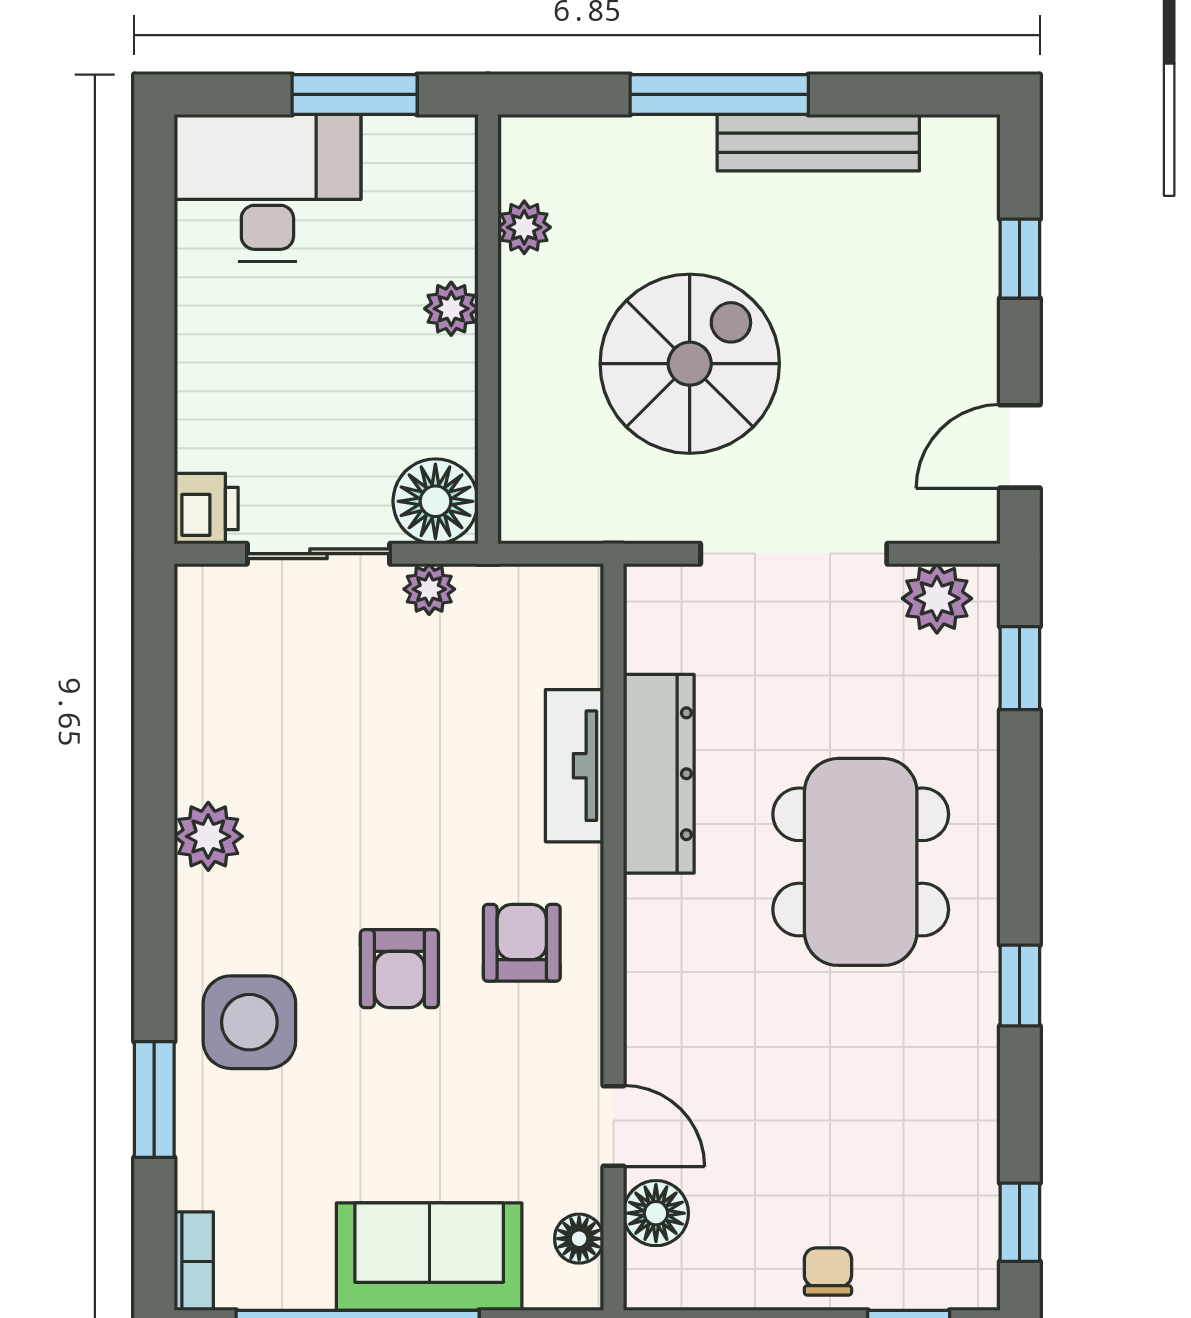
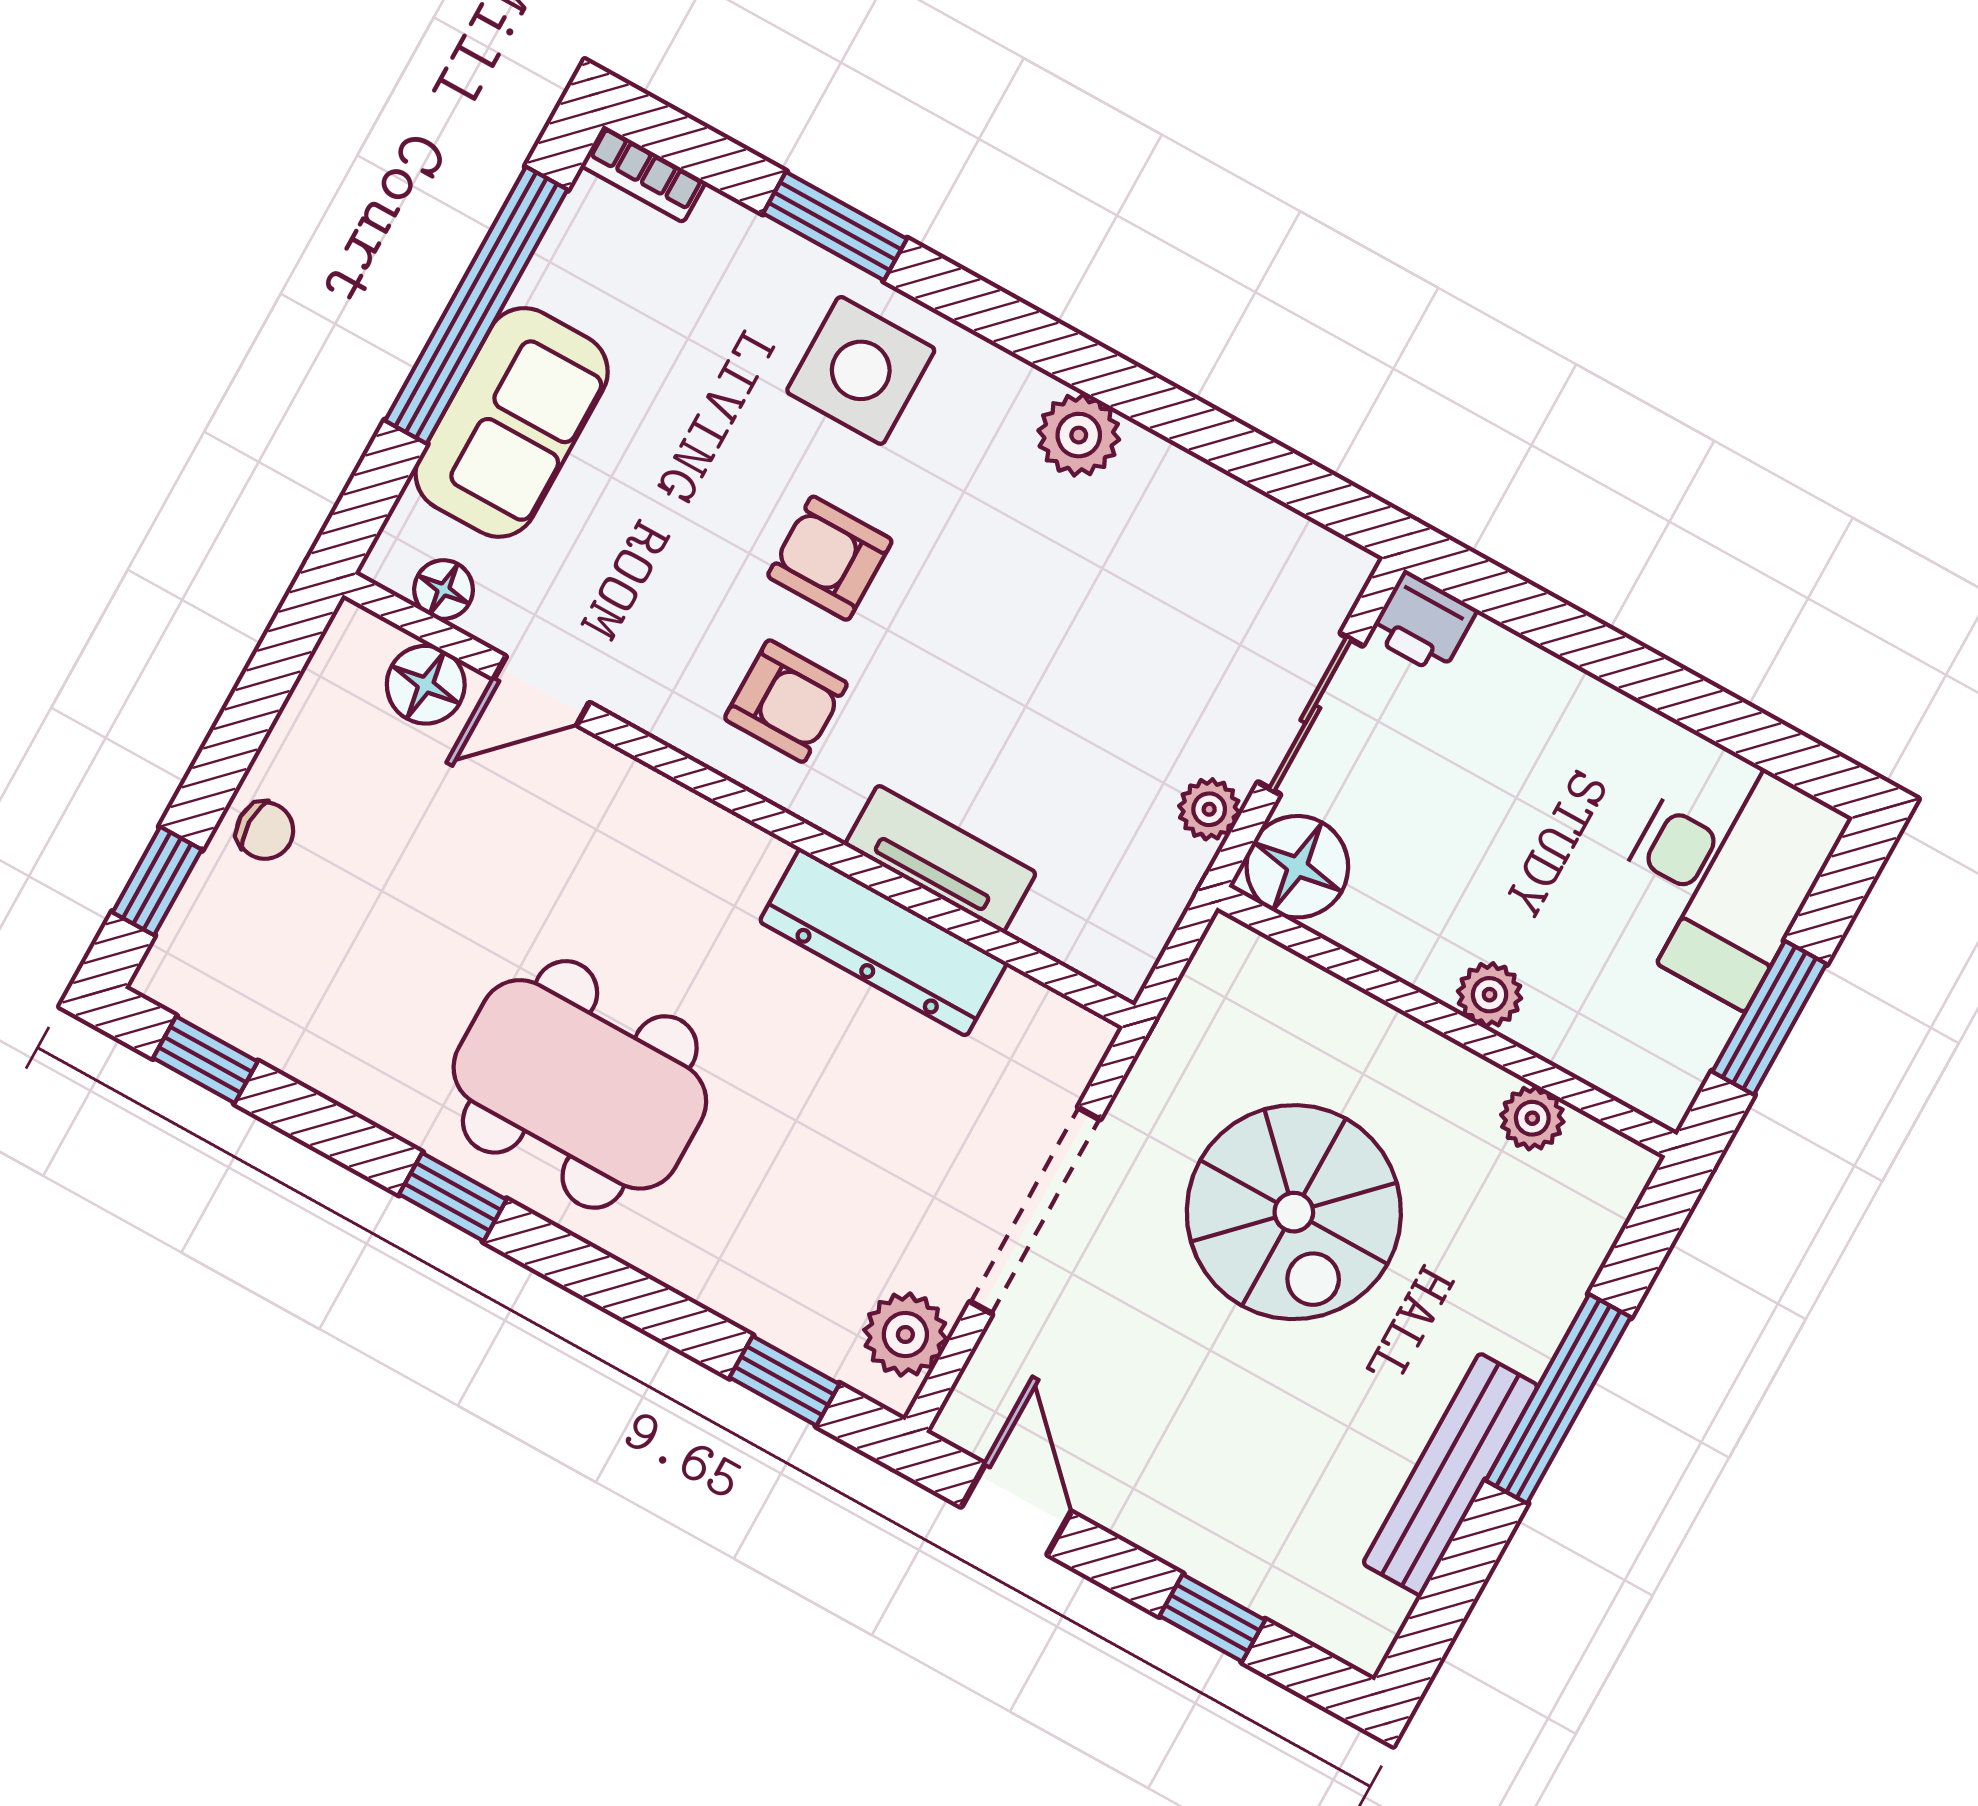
dining table: (861, 862) -> (580, 1084), moved

